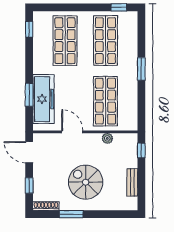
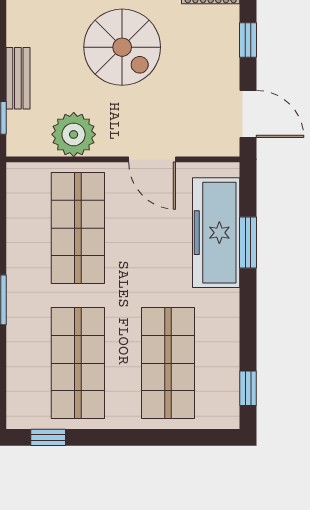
plant: (107, 138) -> (74, 134), width x1.88, depth x1.88
bench: (132, 182) -> (18, 78), moved

